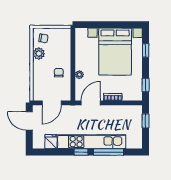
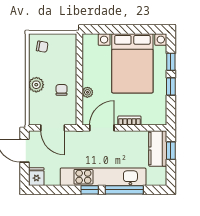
plant: (39, 54) -> (36, 85), moved
window: (146, 85) -> (171, 86), moved
door: (52, 103) -> (53, 128), hinge flipped
kitchen counter: (135, 119) -> (158, 149), added
fridge: (51, 142) -> (36, 177), moved

